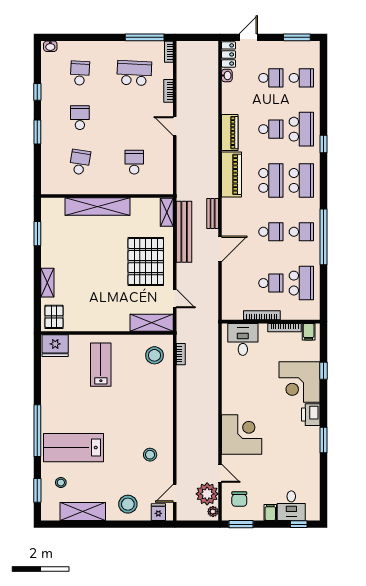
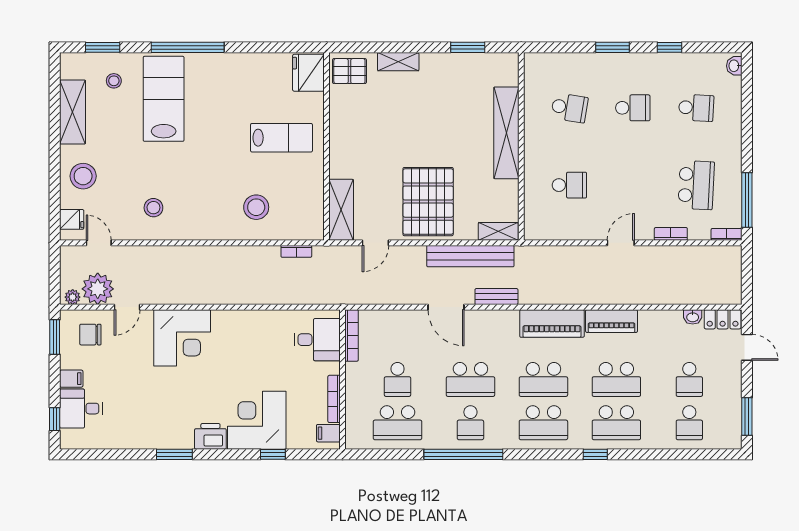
school desk: (271, 129) -> (616, 379), width x1.85
school desk: (271, 232) -> (470, 379), width x1.85
pallet: (146, 262) -> (428, 202), turned 90
bookcase: (262, 315) -> (352, 335), moved
stool: (154, 355) -> (256, 207), moved

